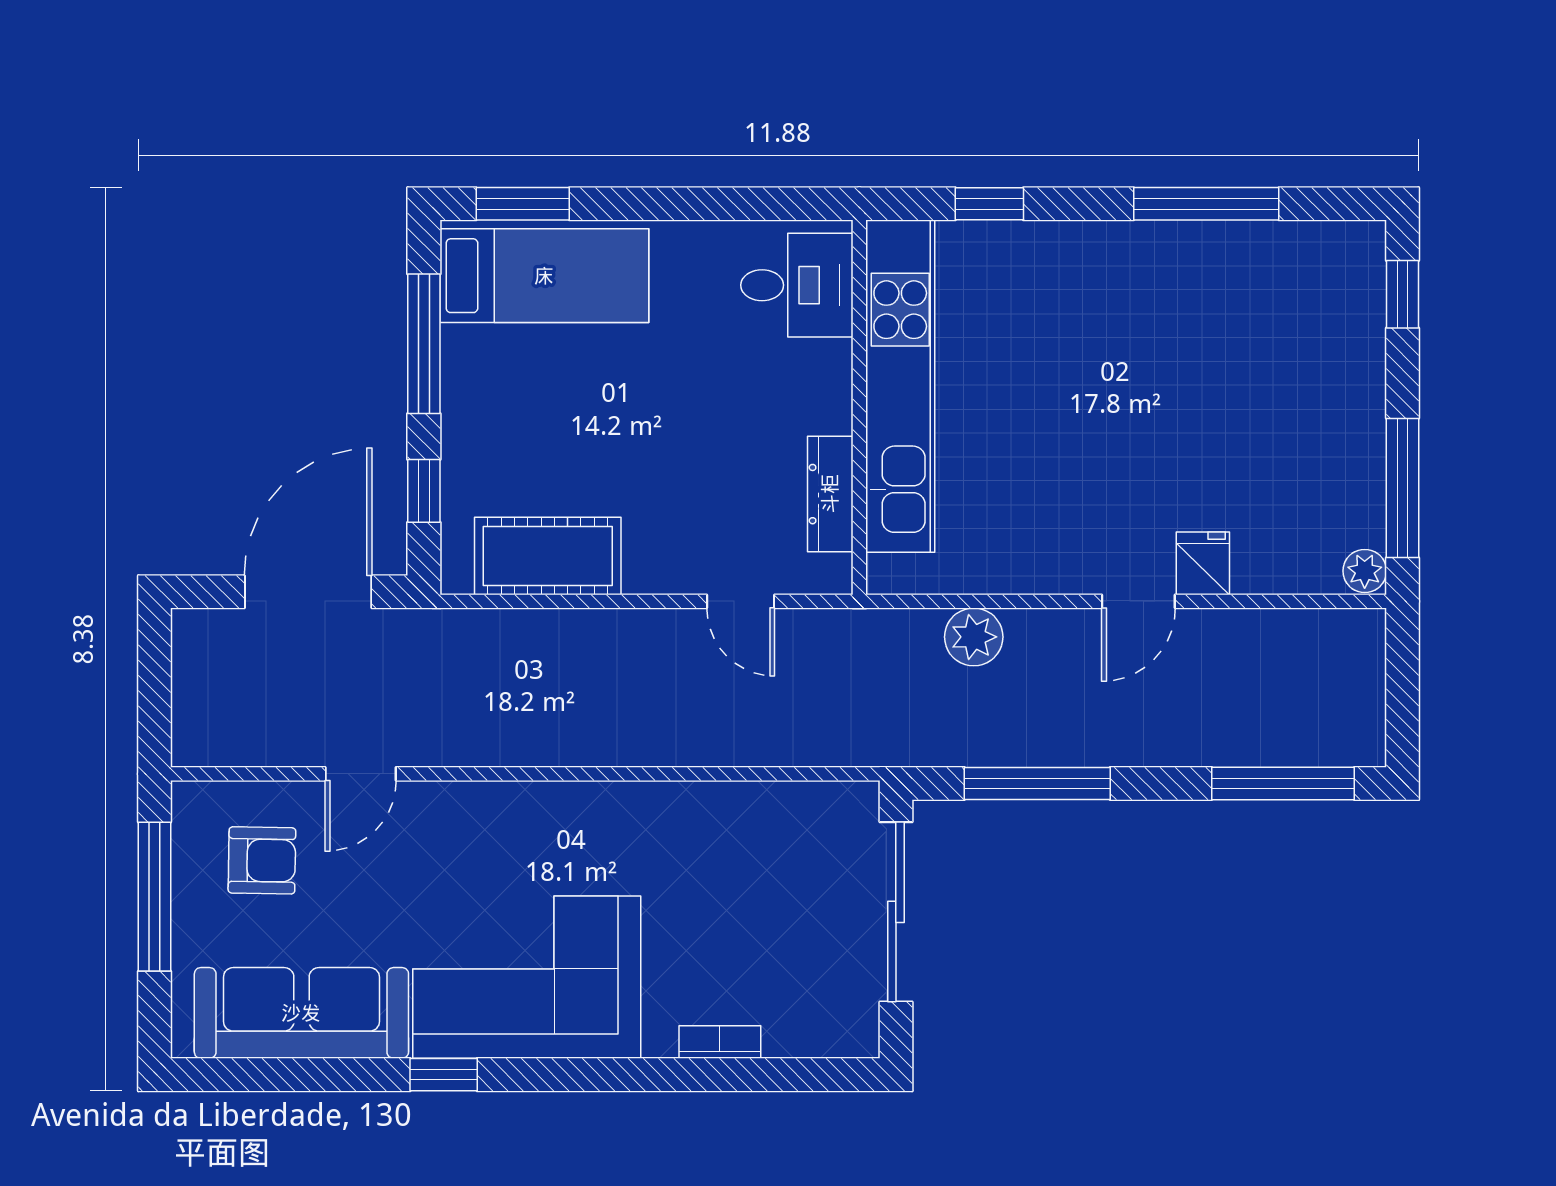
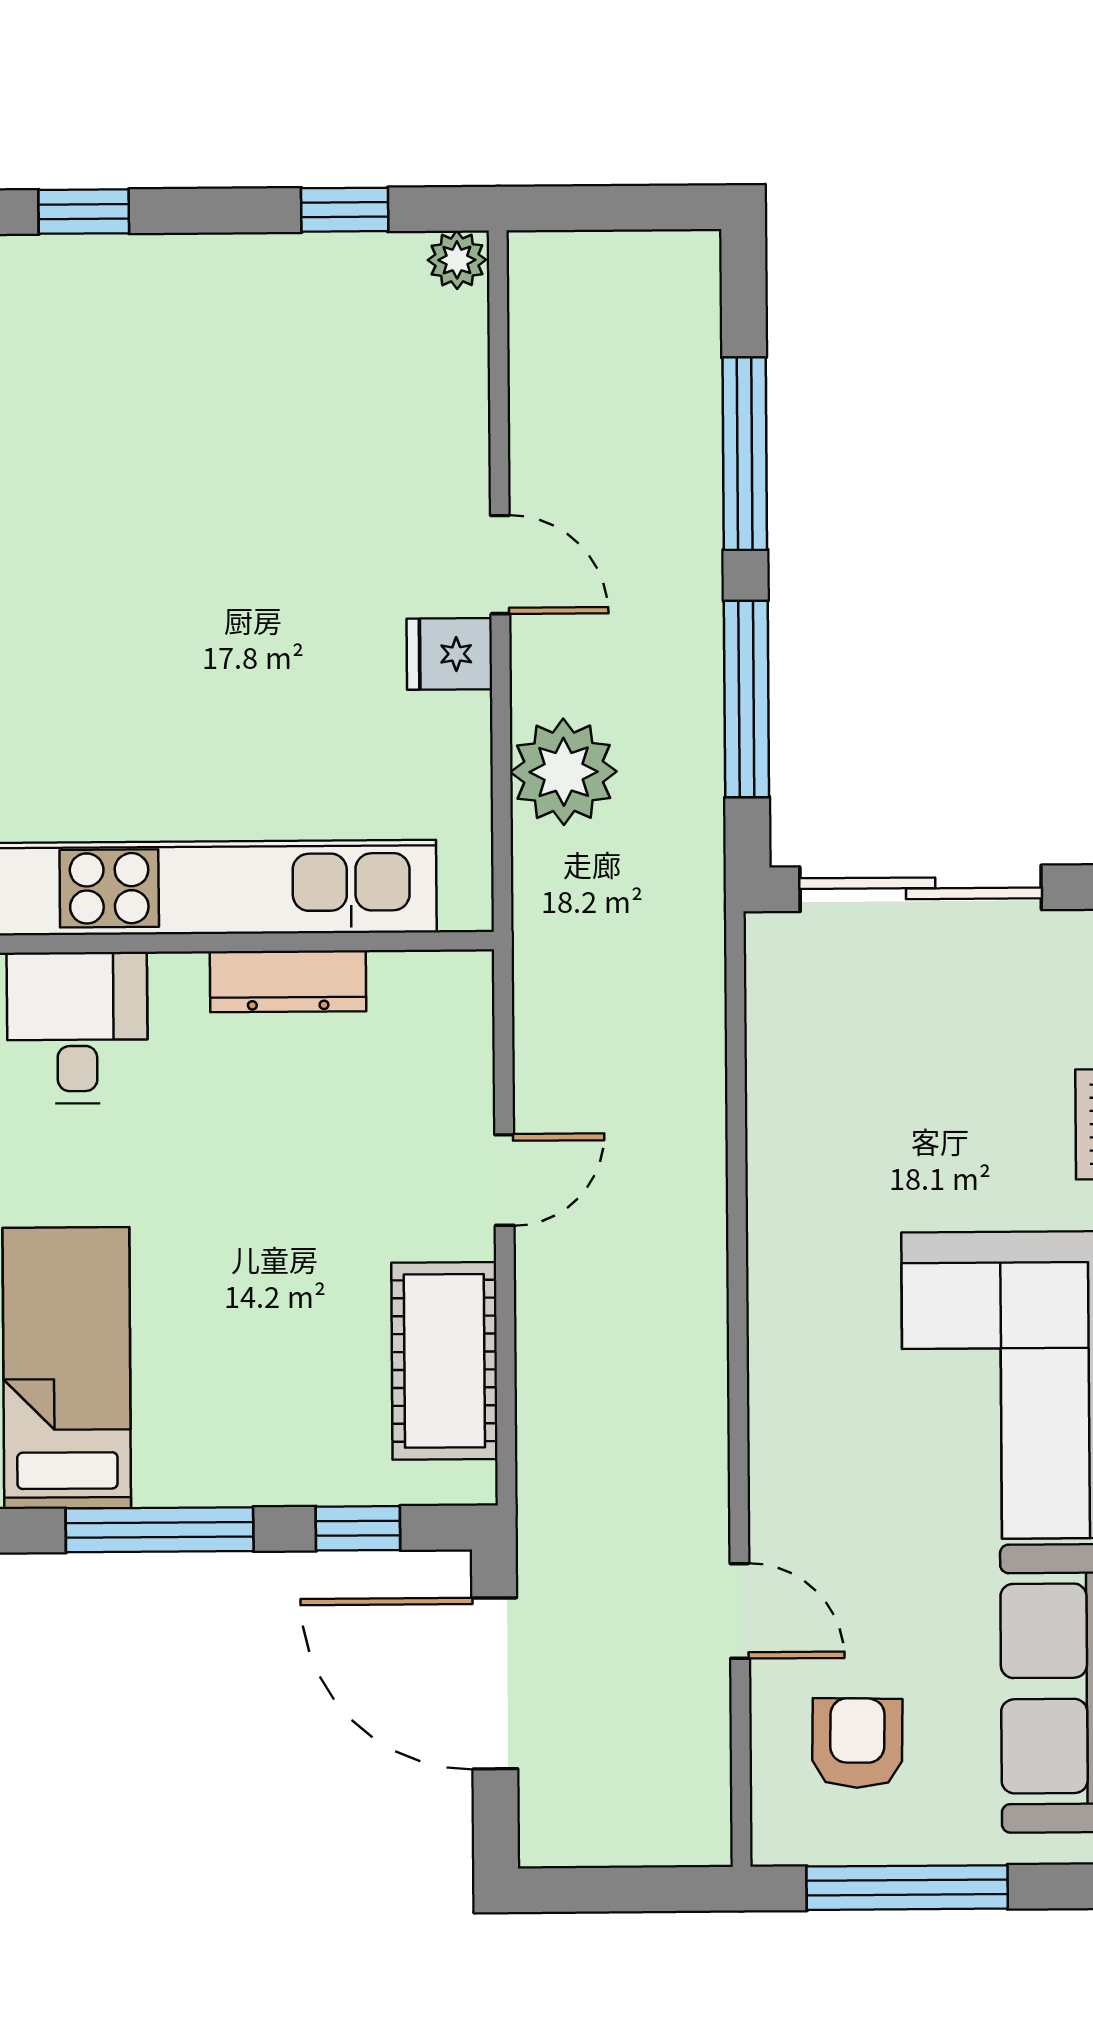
window: (1403, 488) -> (345, 210), width x0.46
dresser: (830, 494) -> (288, 981), moved
fridge: (1203, 563) -> (449, 654), moved
door: (741, 601) -> (504, 1180), moved
plant: (974, 637) -> (564, 772), width x1.36, depth x1.36
window: (1283, 784) -> (745, 454), moved

